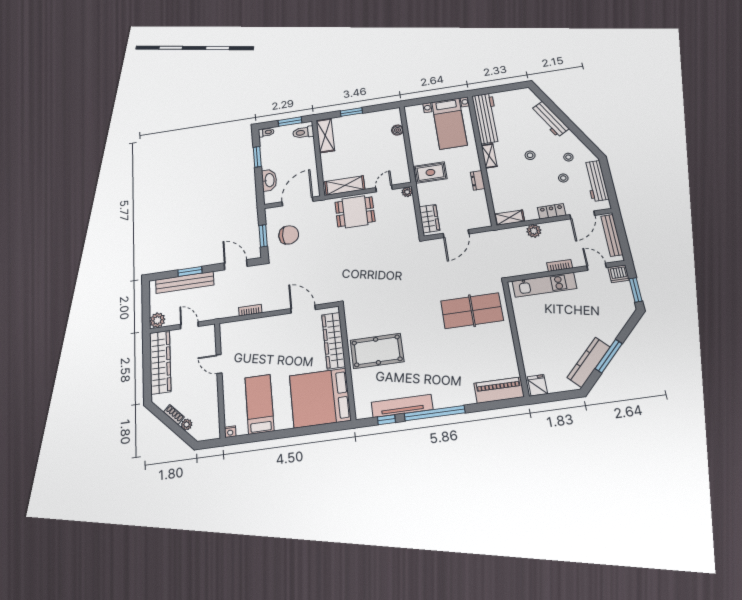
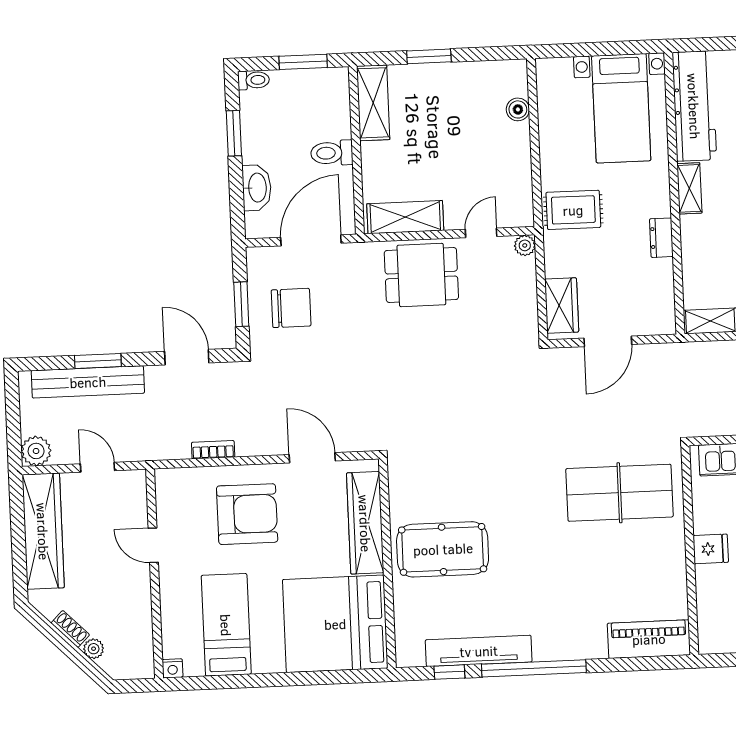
toilet: (303, 132) -> (332, 153), moved
armchair: (269, 342) -> (247, 514), added
fridge: (537, 385) -> (711, 549), moved, turned 90

